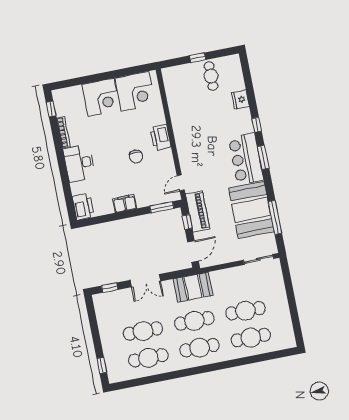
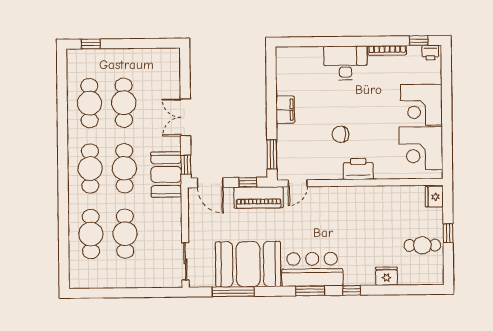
fridge: (171, 74) -> (434, 197), added
door: (181, 183) -> (298, 183), swing flipped
printer: (83, 207) -> (430, 53), moved, width x0.53, depth x0.68
window: (110, 288) -> (186, 165), moved

